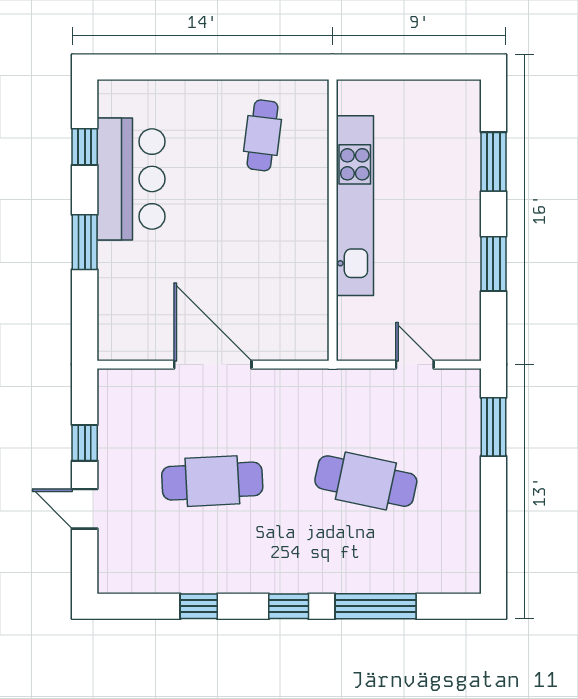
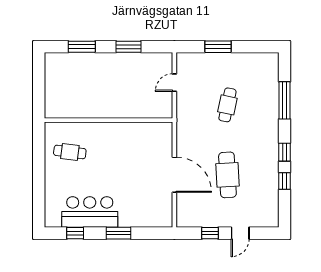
kitchen unit: (355, 206) -> (102, 110), removed
door: (213, 365) -> (174, 175), swing flipped
window: (493, 427) -> (218, 47), moved
cafe table: (366, 481) -> (227, 105), width x0.73, depth x0.74
window: (289, 606) -> (285, 152), moved

